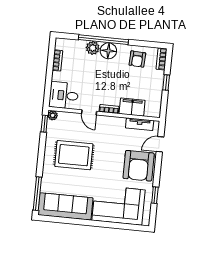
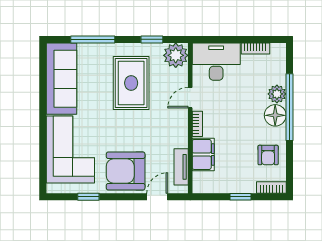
armchair: (137, 59) -> (268, 155), turned -93
desk: (64, 95) -> (216, 62), width x1.37
plant: (53, 115) -> (176, 55), width x1.88, depth x1.88
window: (44, 124) -> (152, 39), moved
door: (160, 144) -> (157, 197), hinge flipped
window: (37, 194) -> (93, 39), moved

